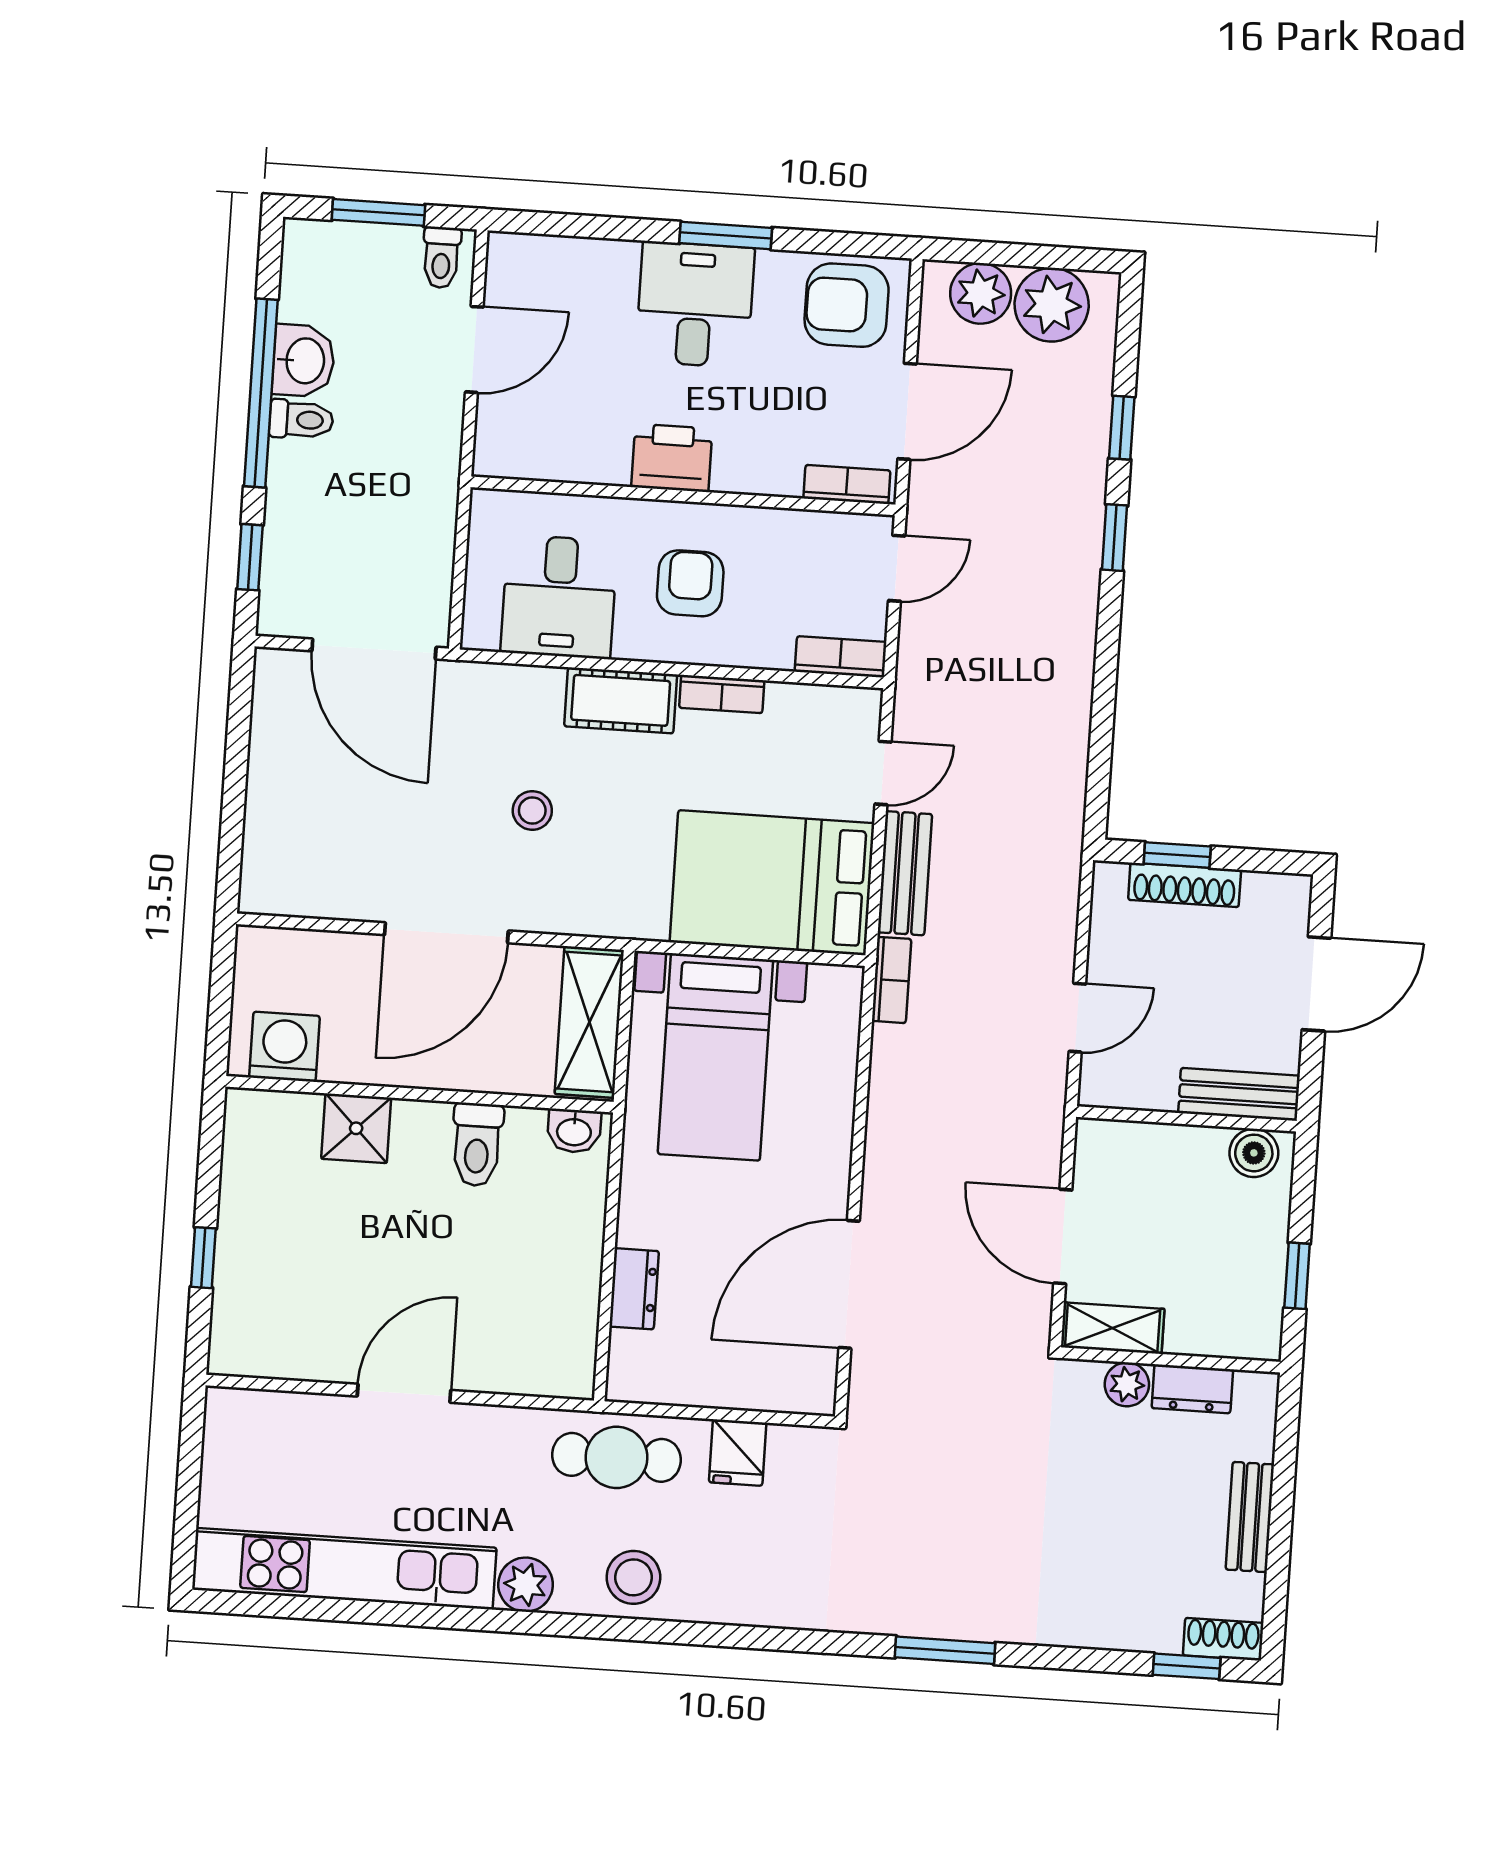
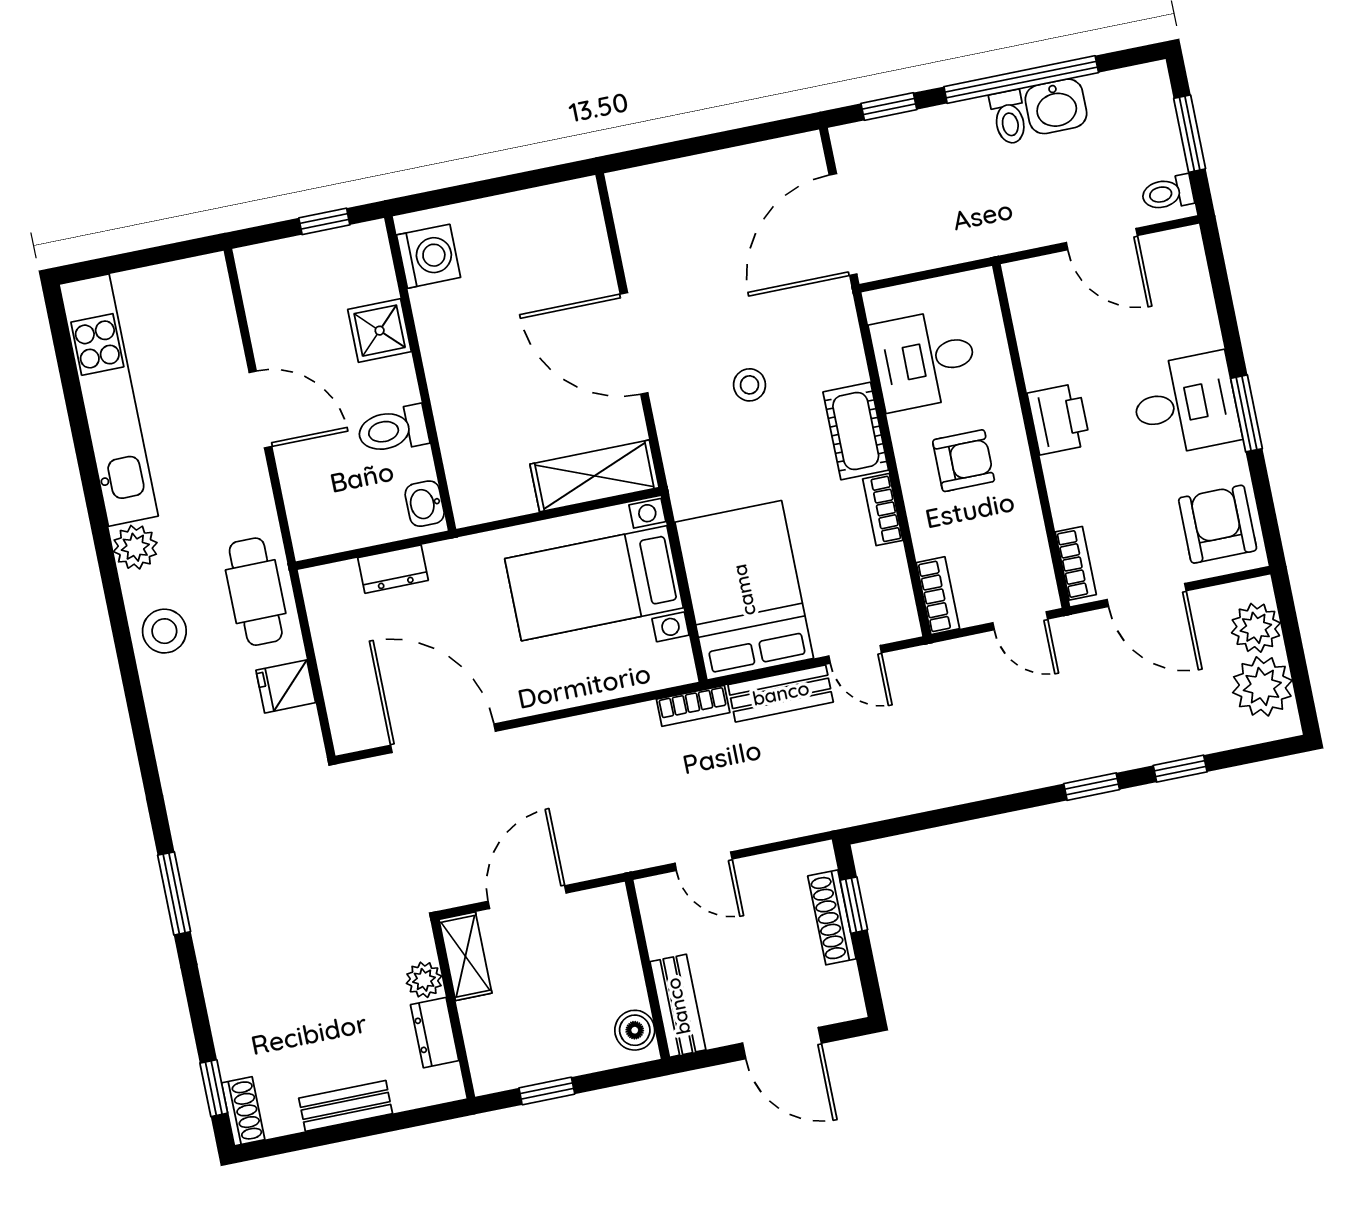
washing machine: (284, 1047) -> (429, 256), moved
wall: (420, 1094) -> (420, 373), moved
shower: (356, 1128) -> (380, 331), moved
washbasin: (574, 1131) -> (425, 504), moved
toilet: (477, 1145) -> (393, 430), moved

